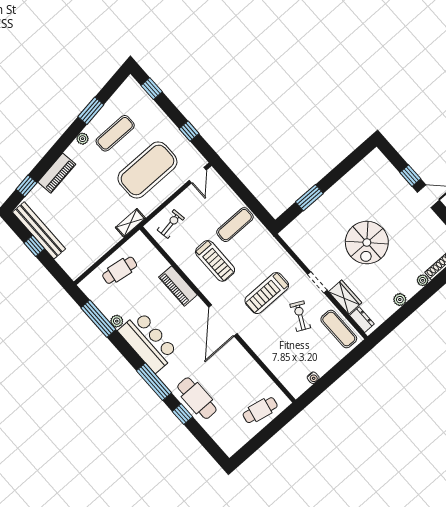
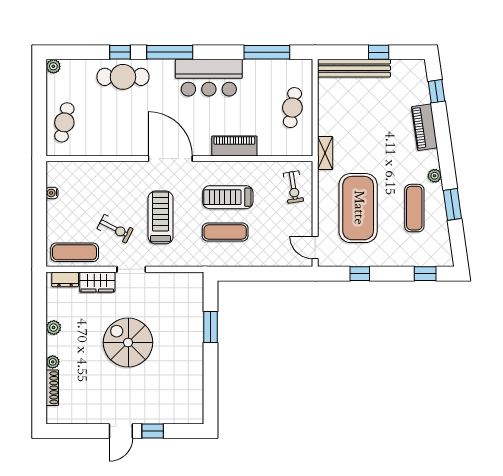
exercise mat: (235, 225) -> (225, 232), moved, turned 90
bench: (39, 230) -> (354, 68), moved
plant: (117, 321) -> (53, 66), moved

